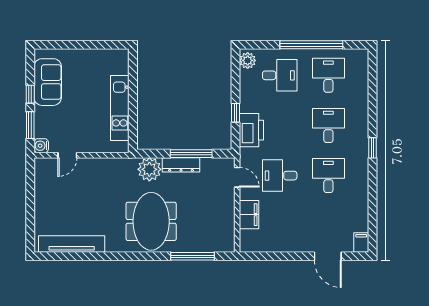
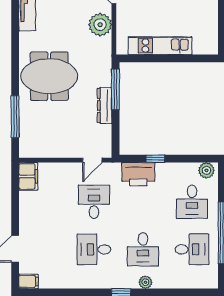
plant: (362, 123) -> (145, 282), added
desk: (328, 125) -> (143, 249), turned 90
window: (191, 154) -> (115, 89), moved
plant: (149, 169) -> (100, 25), moved
desk: (328, 176) -> (94, 249), turned 180
filing cabinet: (249, 215) -> (28, 176), moved, turned -90

